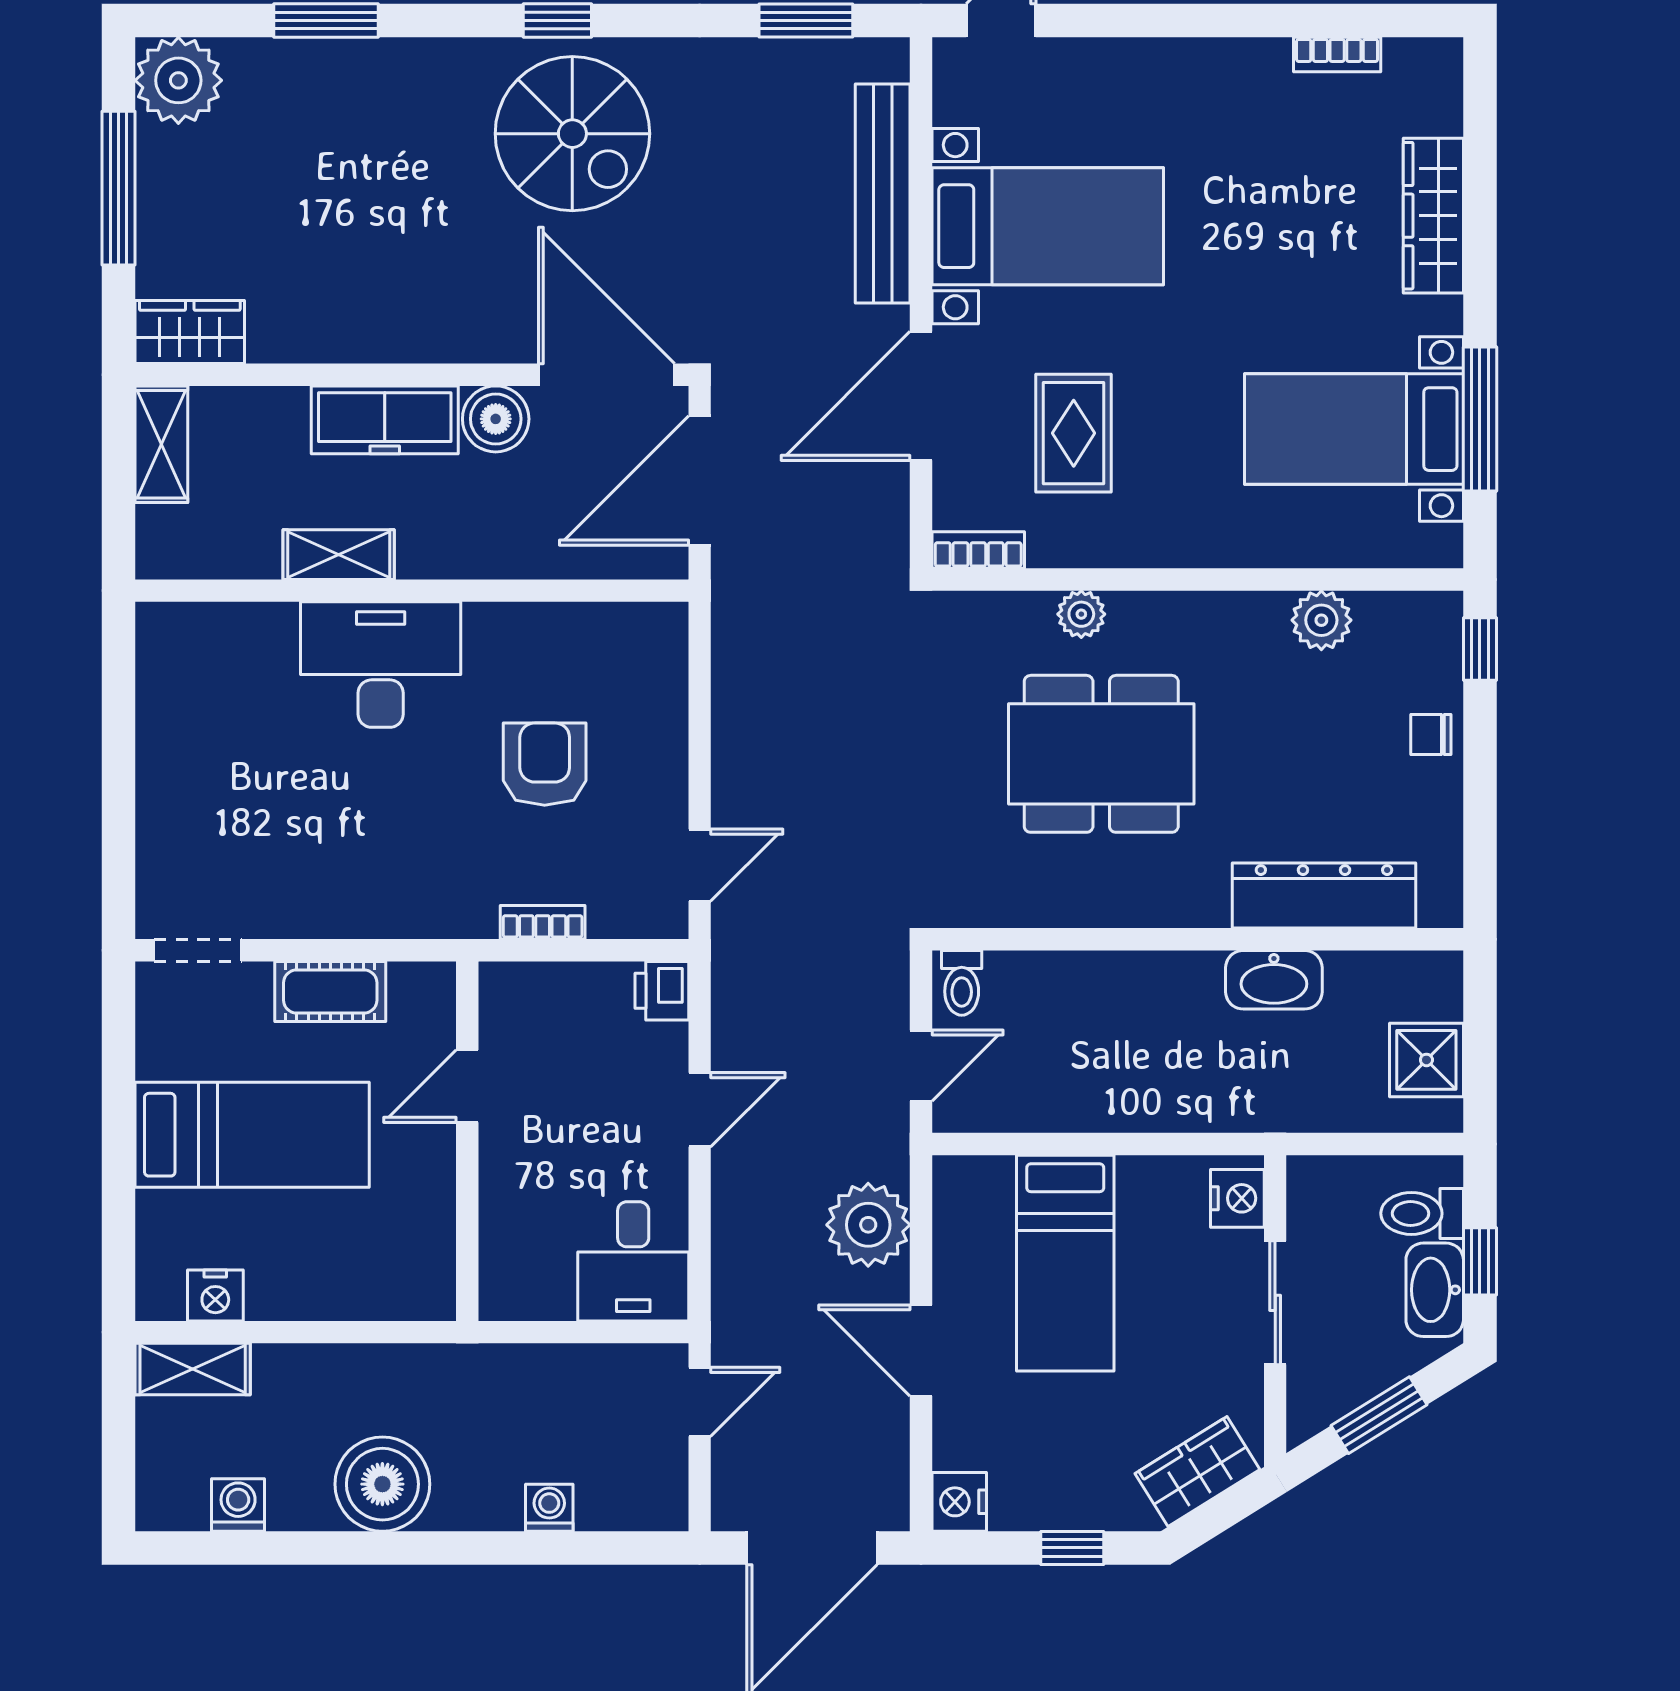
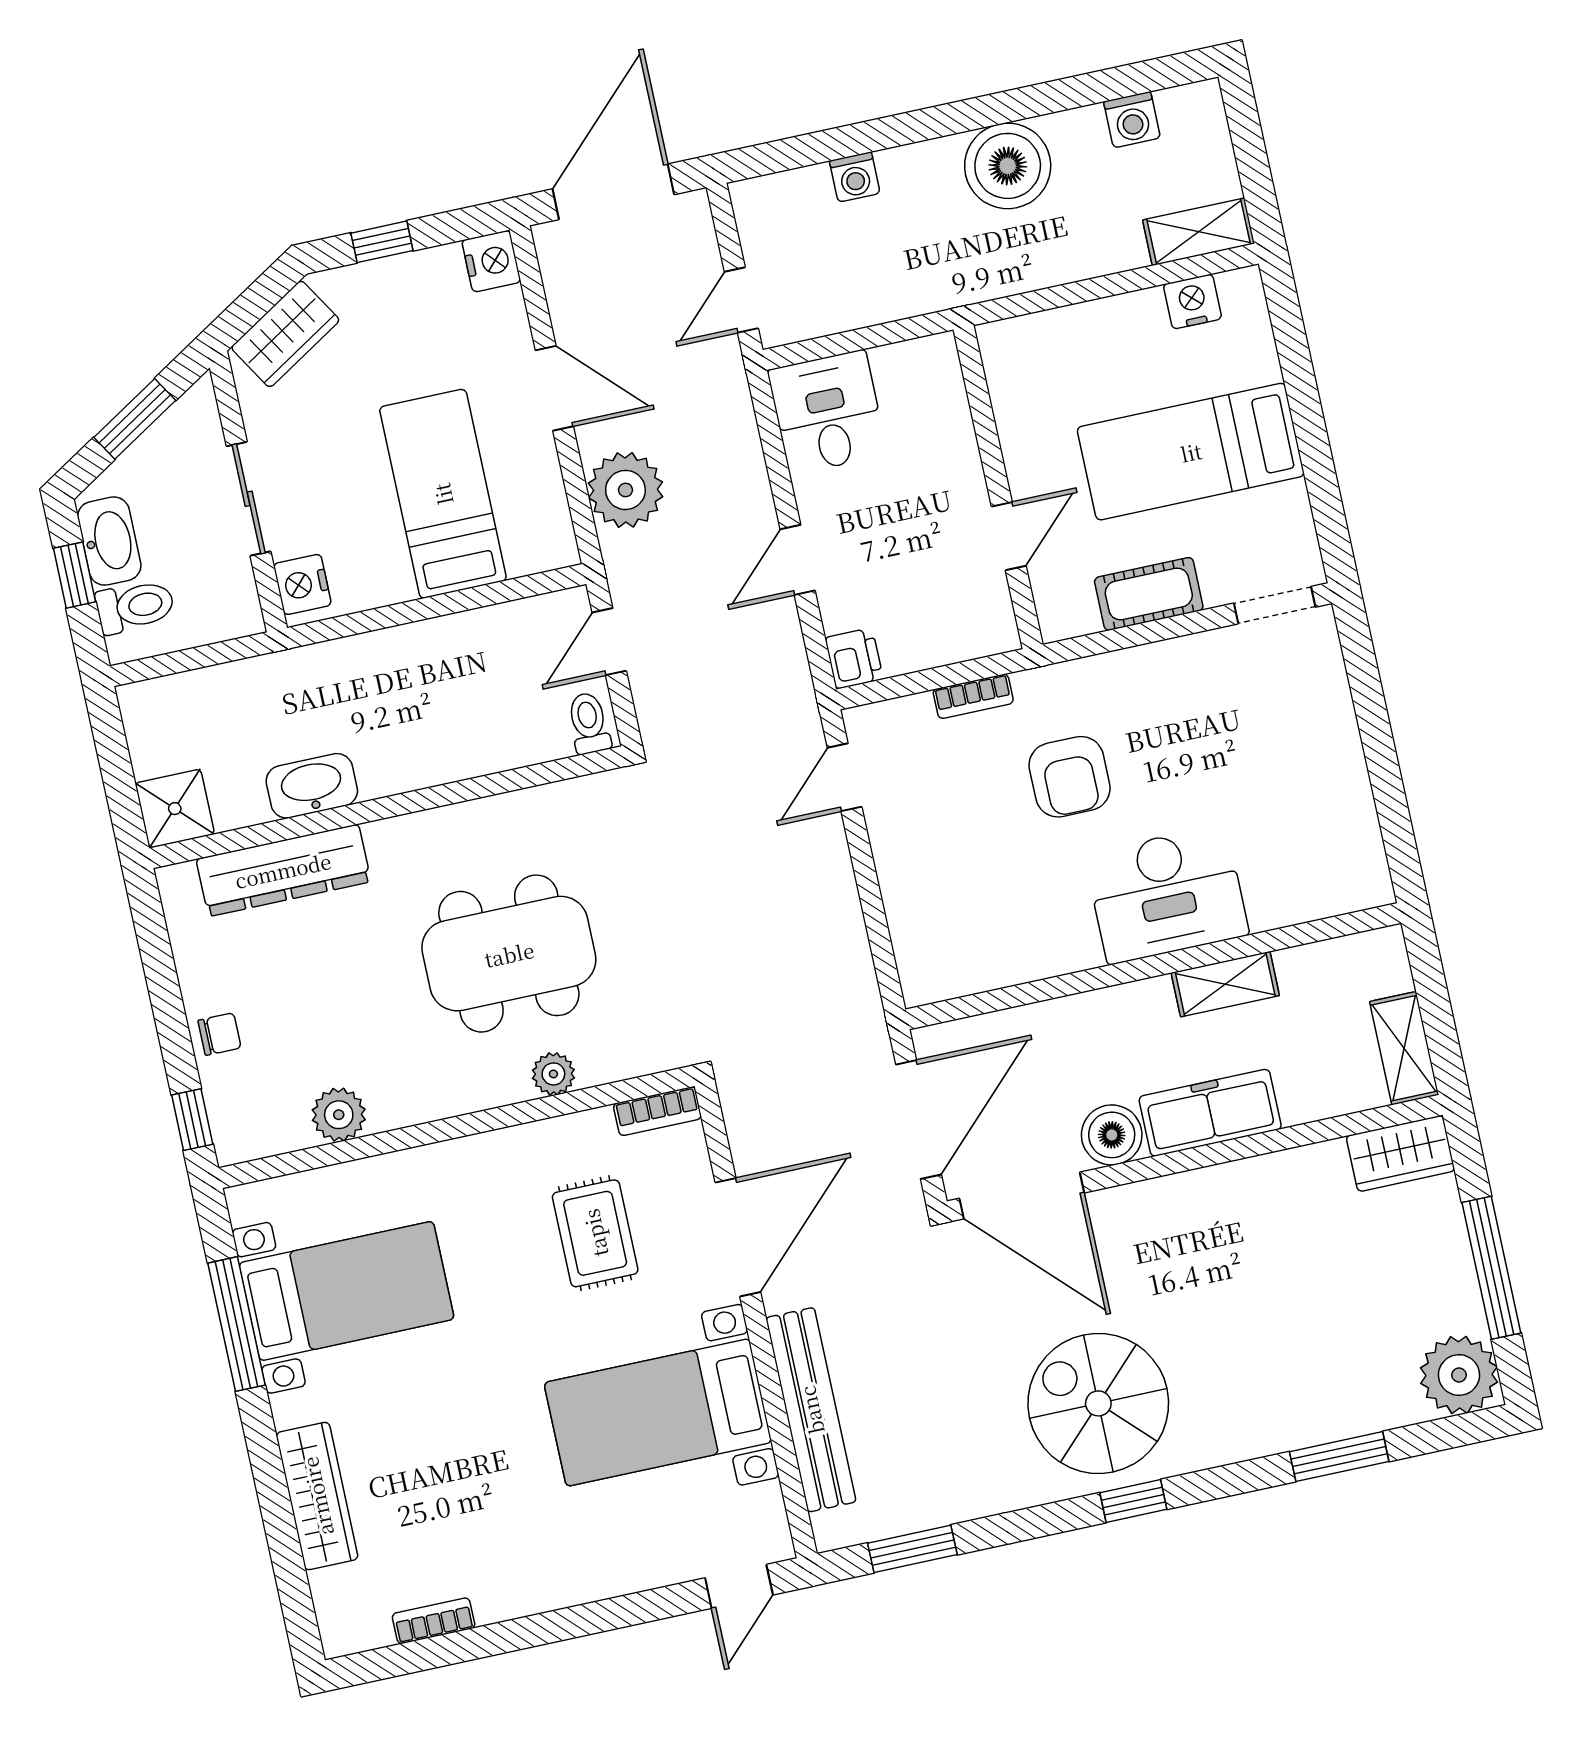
armchair: (545, 764) -> (1070, 777), moved
shower: (1426, 1060) -> (175, 809), moved

